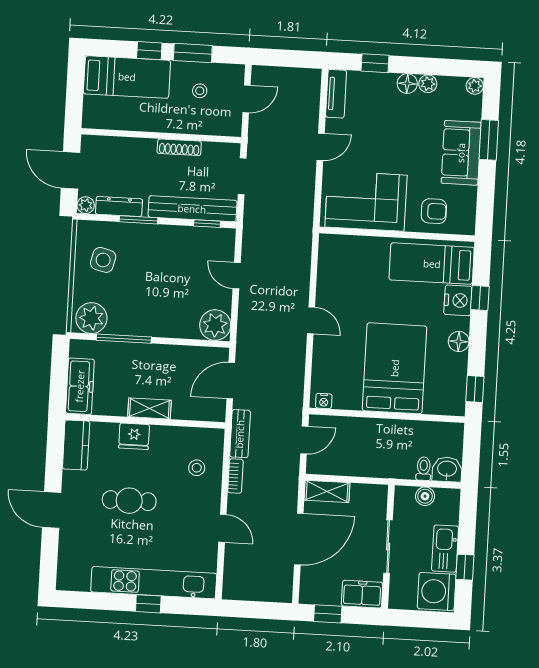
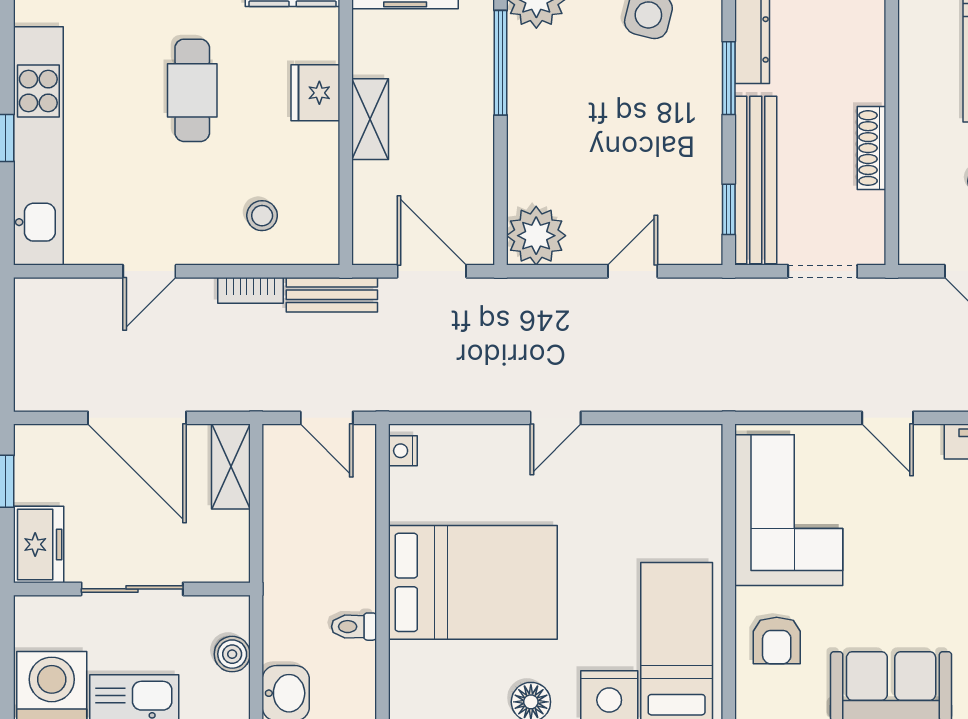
toilet: (424, 469) -> (354, 627), moved, turned 180

